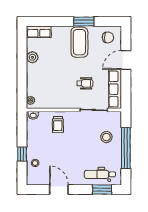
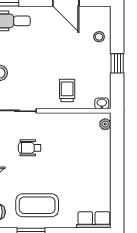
coffee table: (79, 42) -> (37, 205), turned 90
plant: (32, 57) -> (103, 184), removed
window: (22, 154) -> (117, 63), moved

